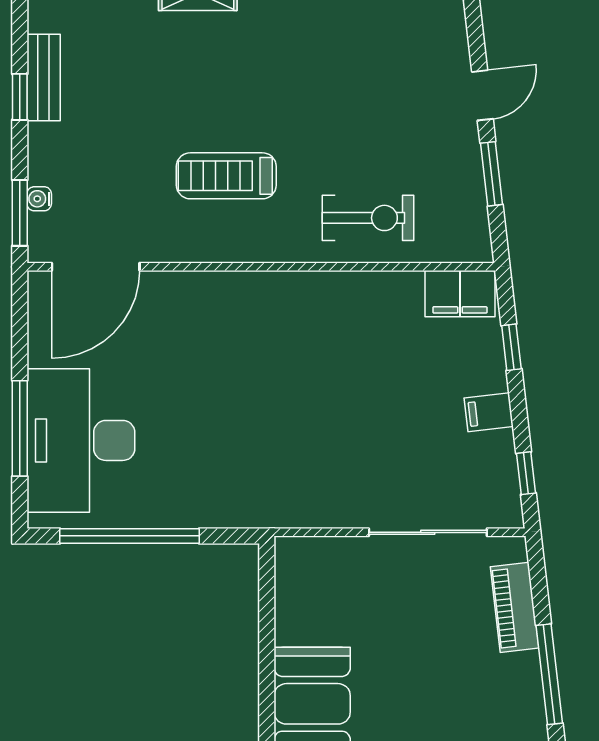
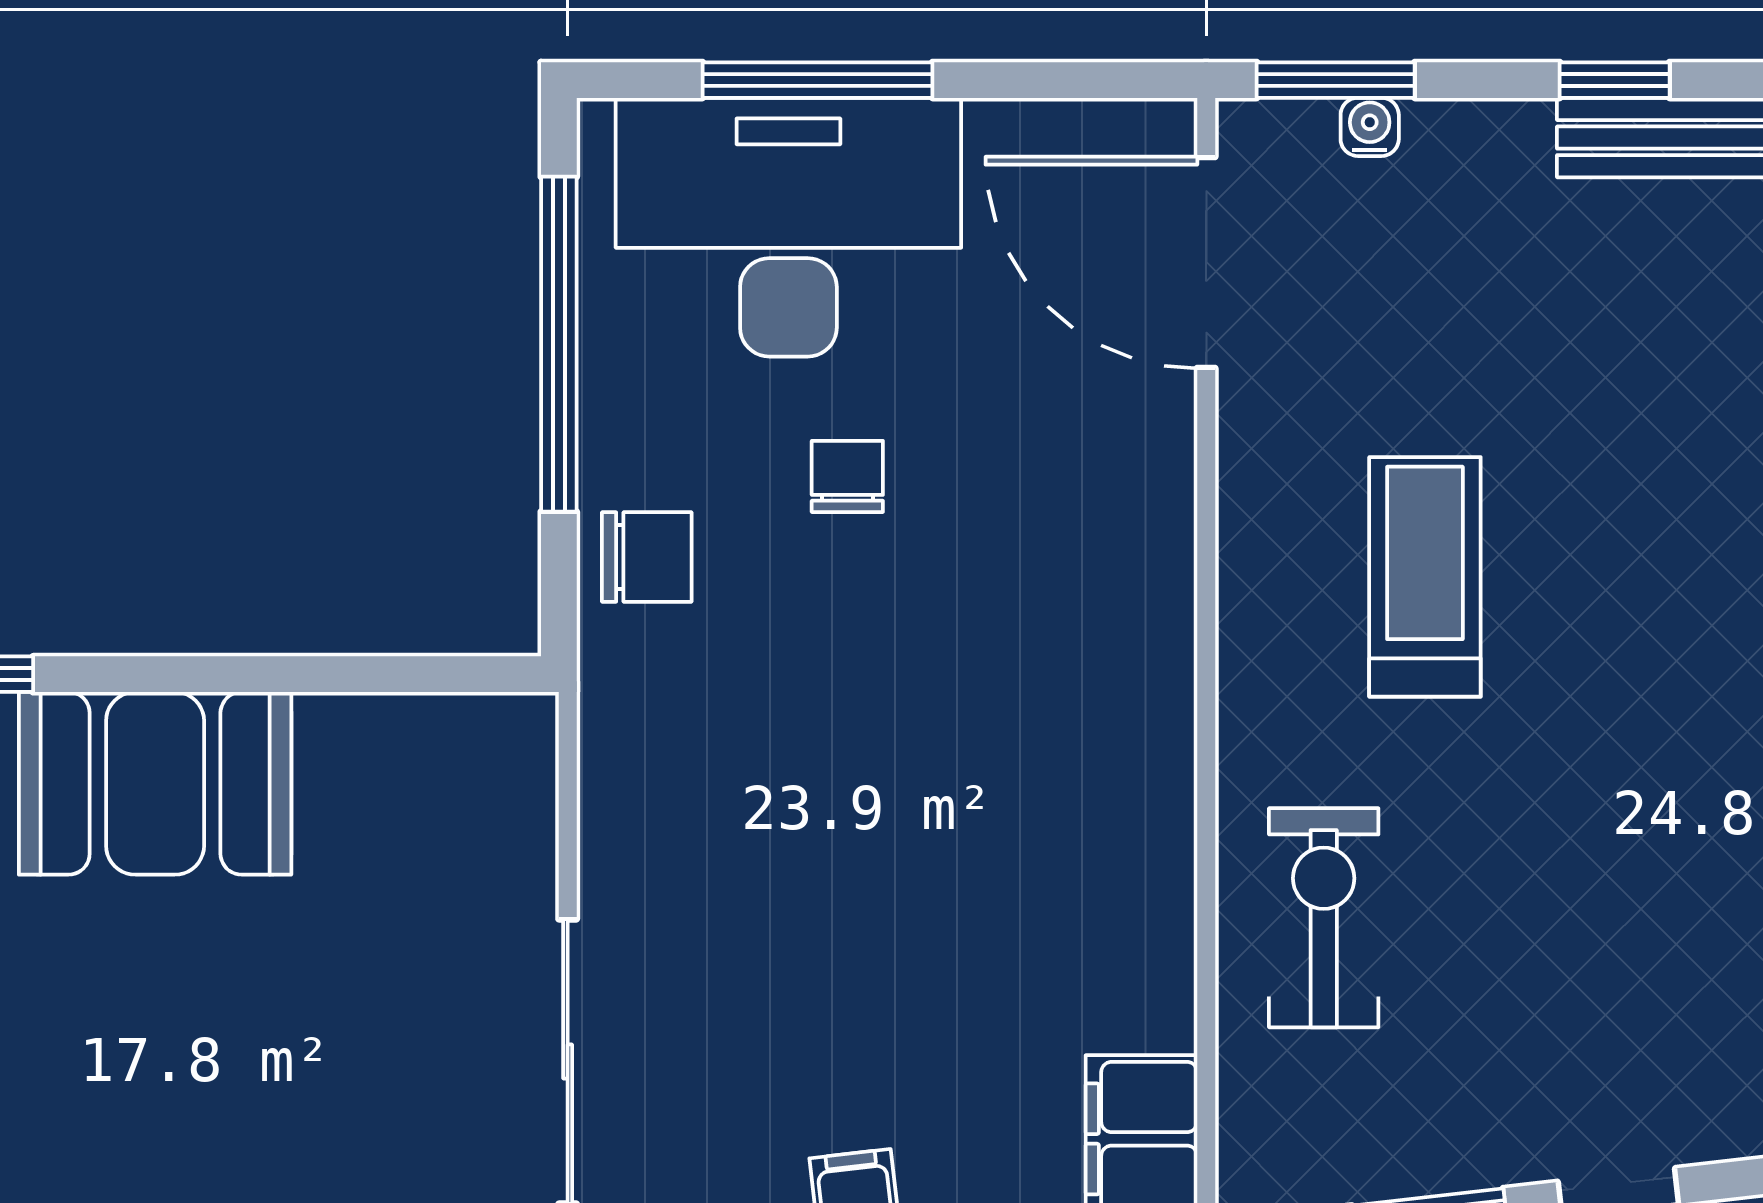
exercise bike: (368, 218) -> (1324, 918), turned 180
chair: (185, 416) -> (847, 476), added
chair: (218, 499) -> (647, 557), added

